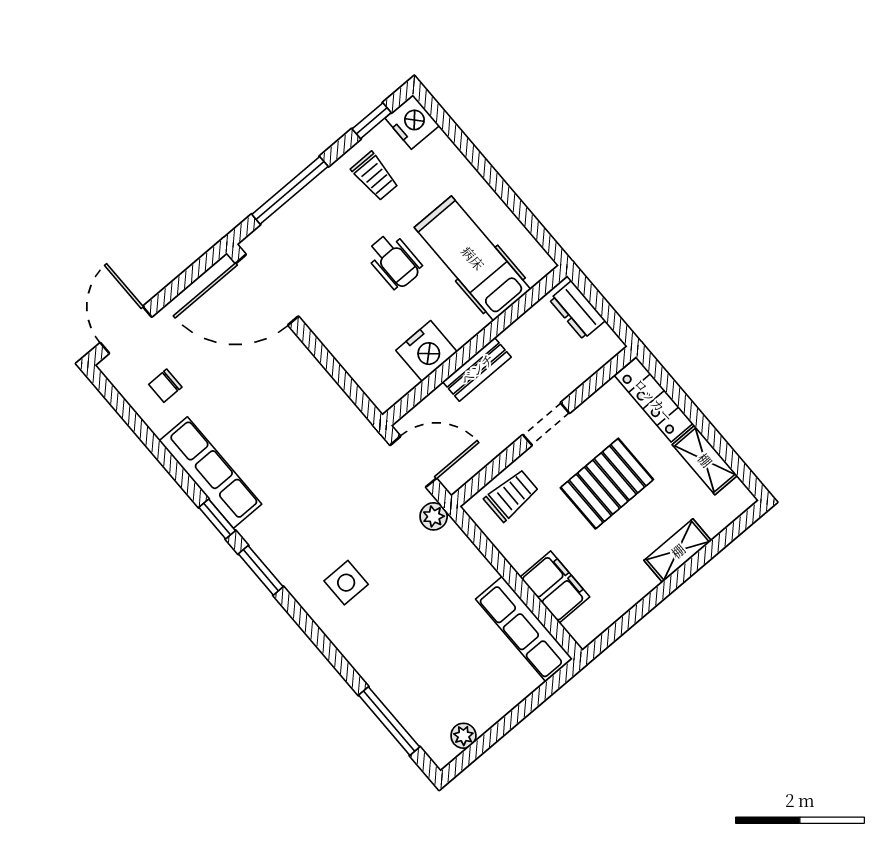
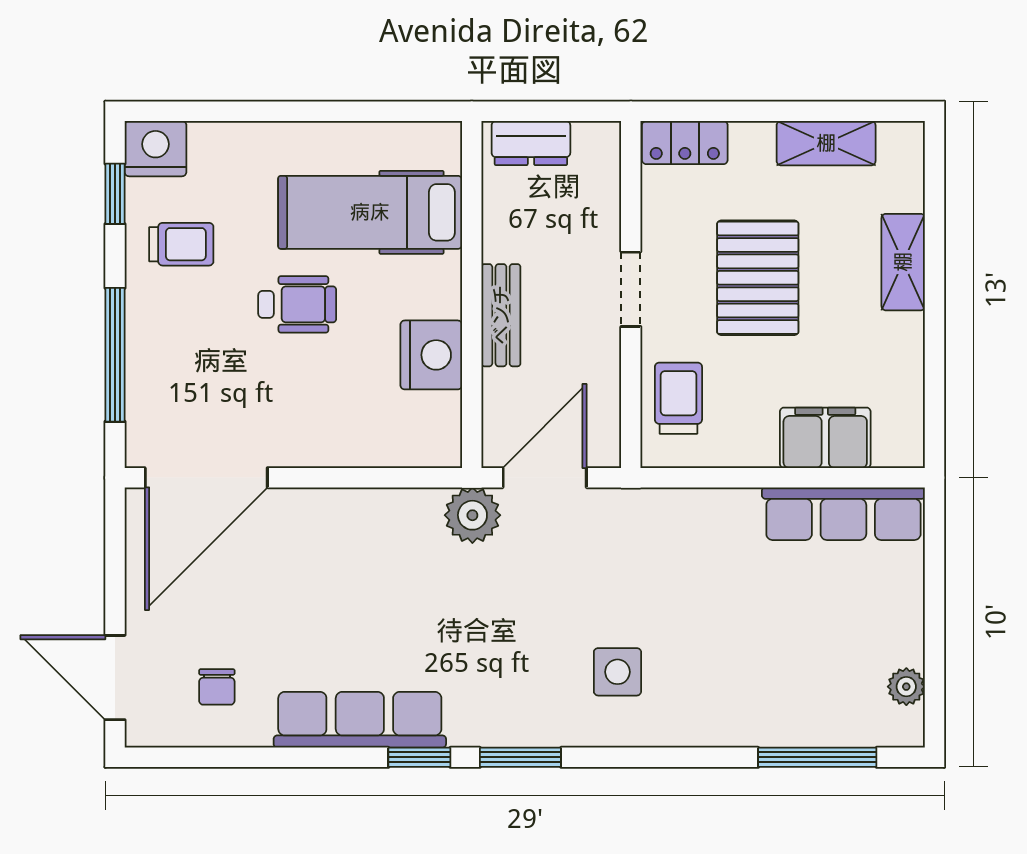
locker: (654, 400) -> (685, 143), width x0.66
plant: (434, 516) -> (472, 515), moved, width x1.38, depth x1.38

